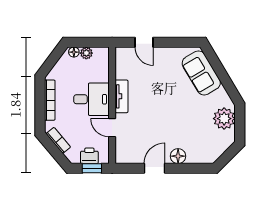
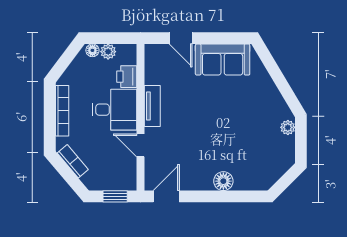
sofa: (201, 73) -> (223, 60), moved, turned -59
plant: (224, 119) -> (288, 127), width x0.53, depth x0.53
printer: (89, 156) -> (127, 77), moved, turned -90
door: (155, 168) -> (166, 196), moved

